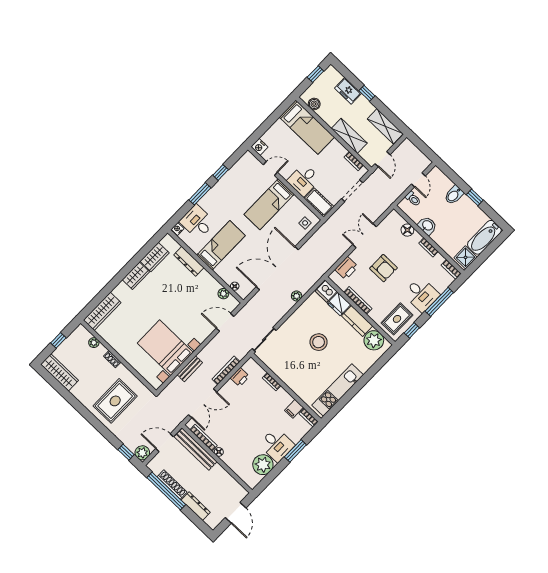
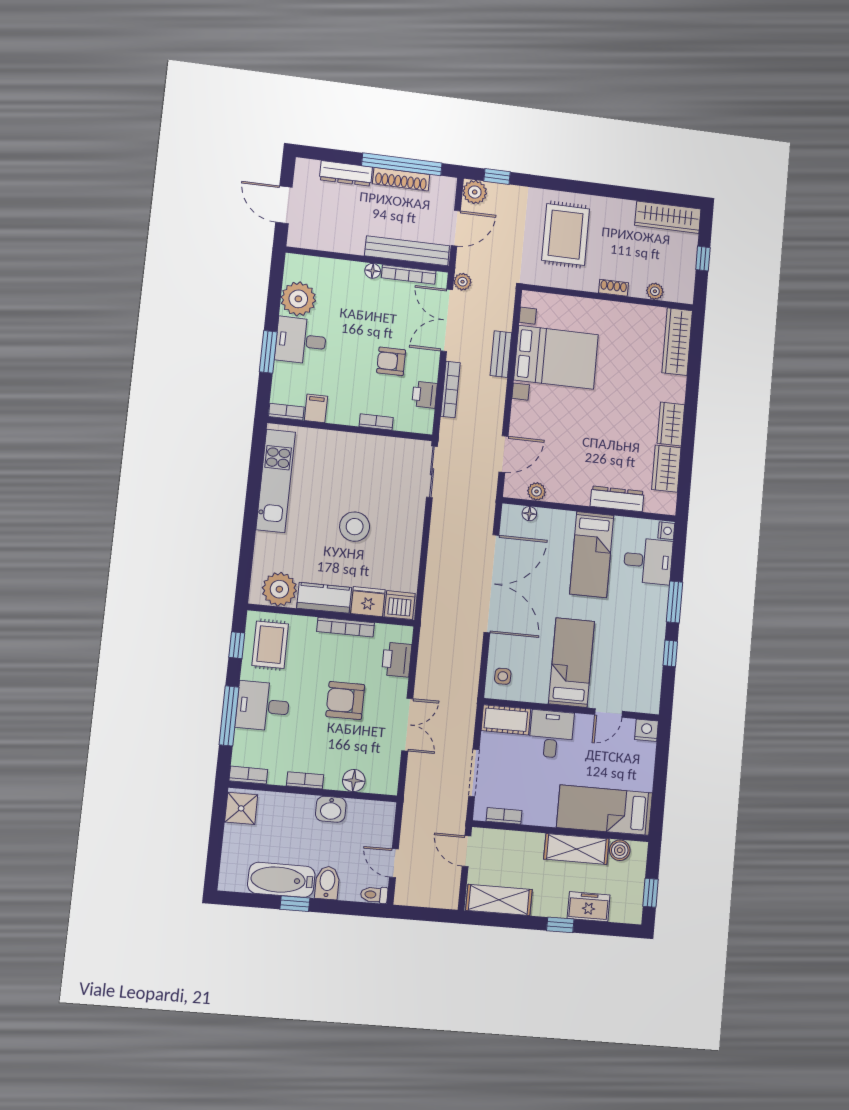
shelving: (349, 136) -> (576, 849), moved
toilet: (413, 199) -> (374, 895), moved
bathtub: (484, 237) -> (281, 880), moved, turned -90
plant: (297, 296) -> (463, 282), moved
armchair: (243, 404) -> (391, 361), added

